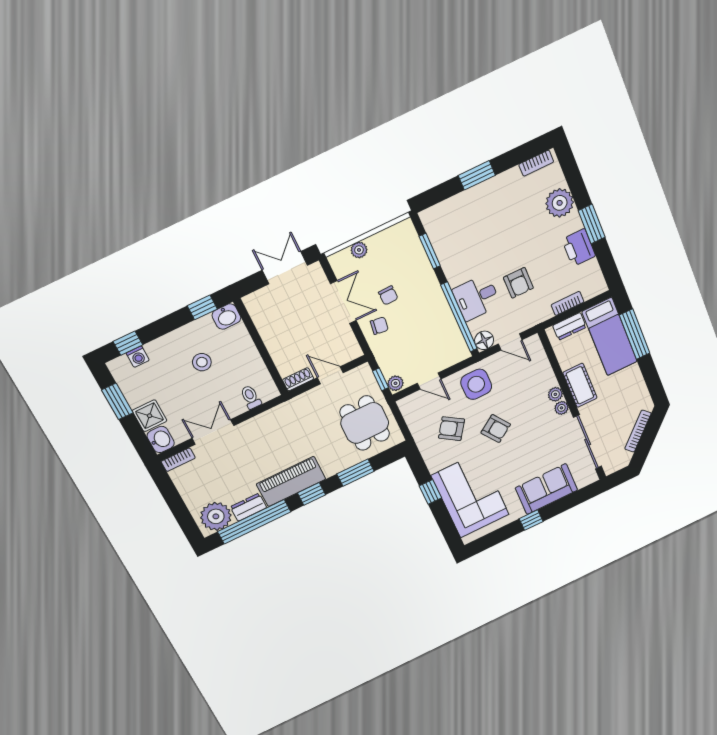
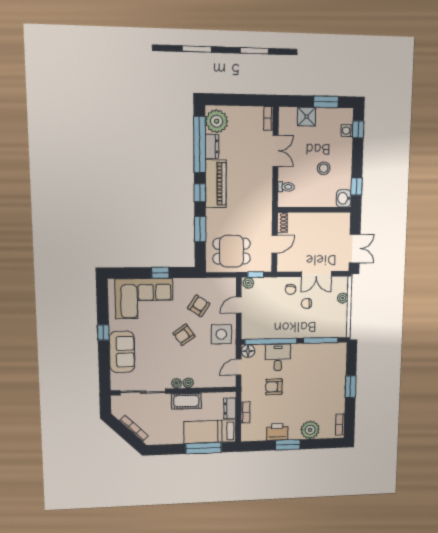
window: (430, 251) -> (321, 340), width x1.44
washbasin: (161, 439) -> (288, 115), removed

